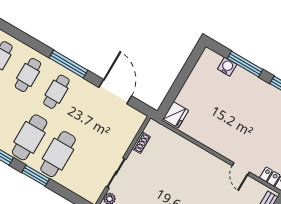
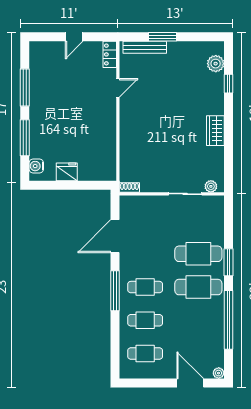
water cooler: (227, 67) -> (36, 166), moved
fridge: (176, 115) -> (67, 172), moved
shoe rack: (141, 143) -> (129, 188), moved

